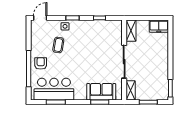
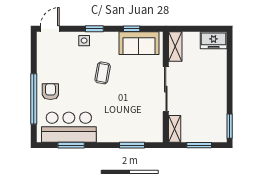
coffee table: (58, 45) -> (103, 73), moved
sofa: (101, 92) -> (139, 43), moved, turned 180

